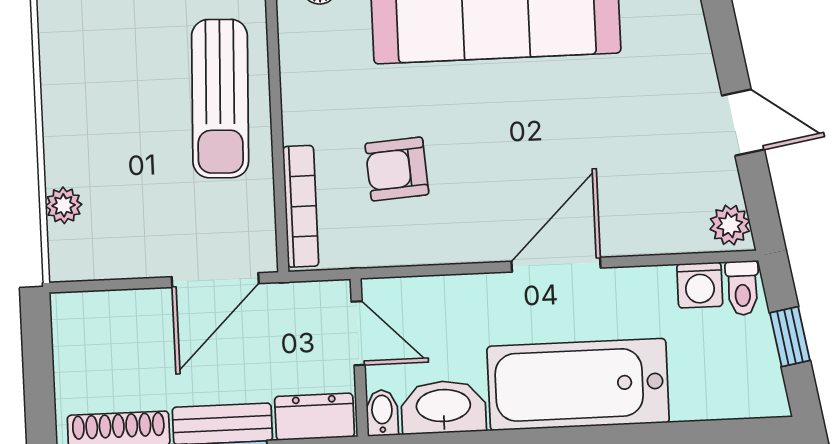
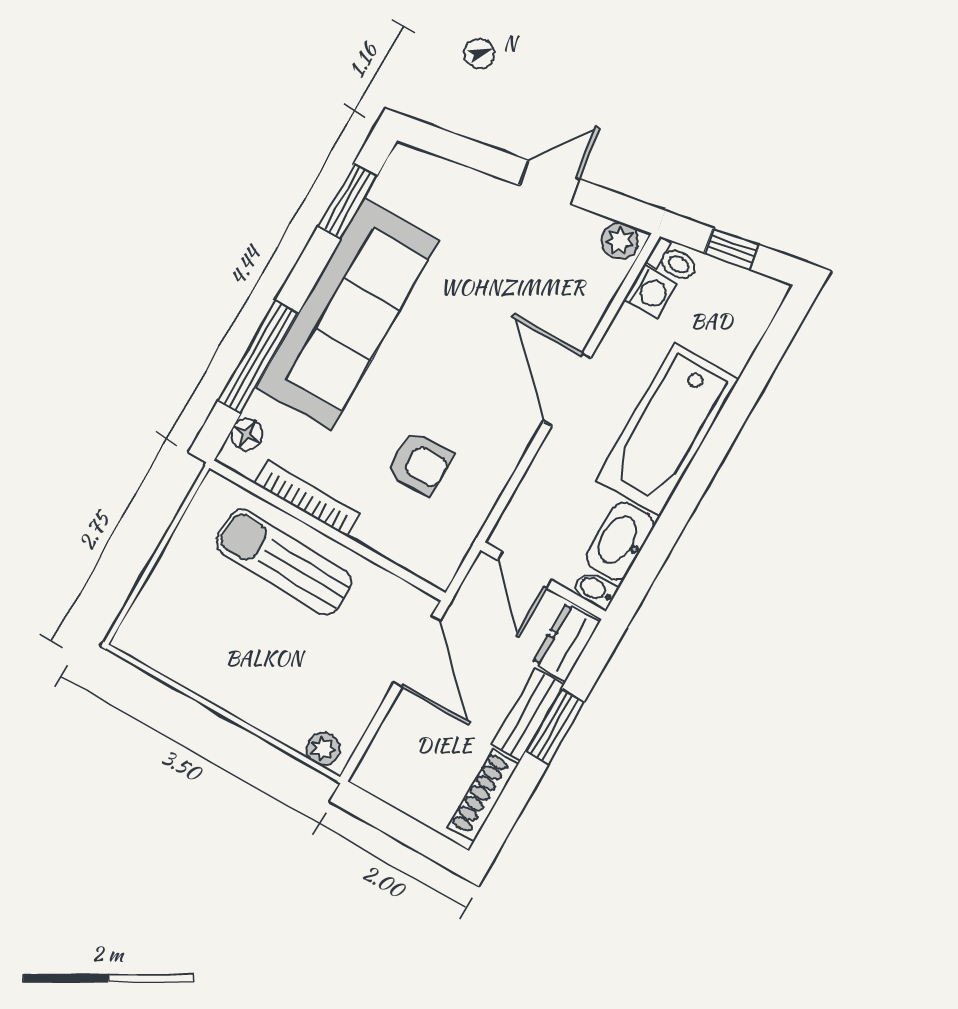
sun lounger: (220, 99) -> (284, 562), turned 180
armchair: (397, 169) -> (420, 463), turned -86
plant: (64, 205) -> (323, 749), moved
bookcase: (301, 206) -> (307, 498), moved
door: (358, 333) -> (524, 570), swing flipped

